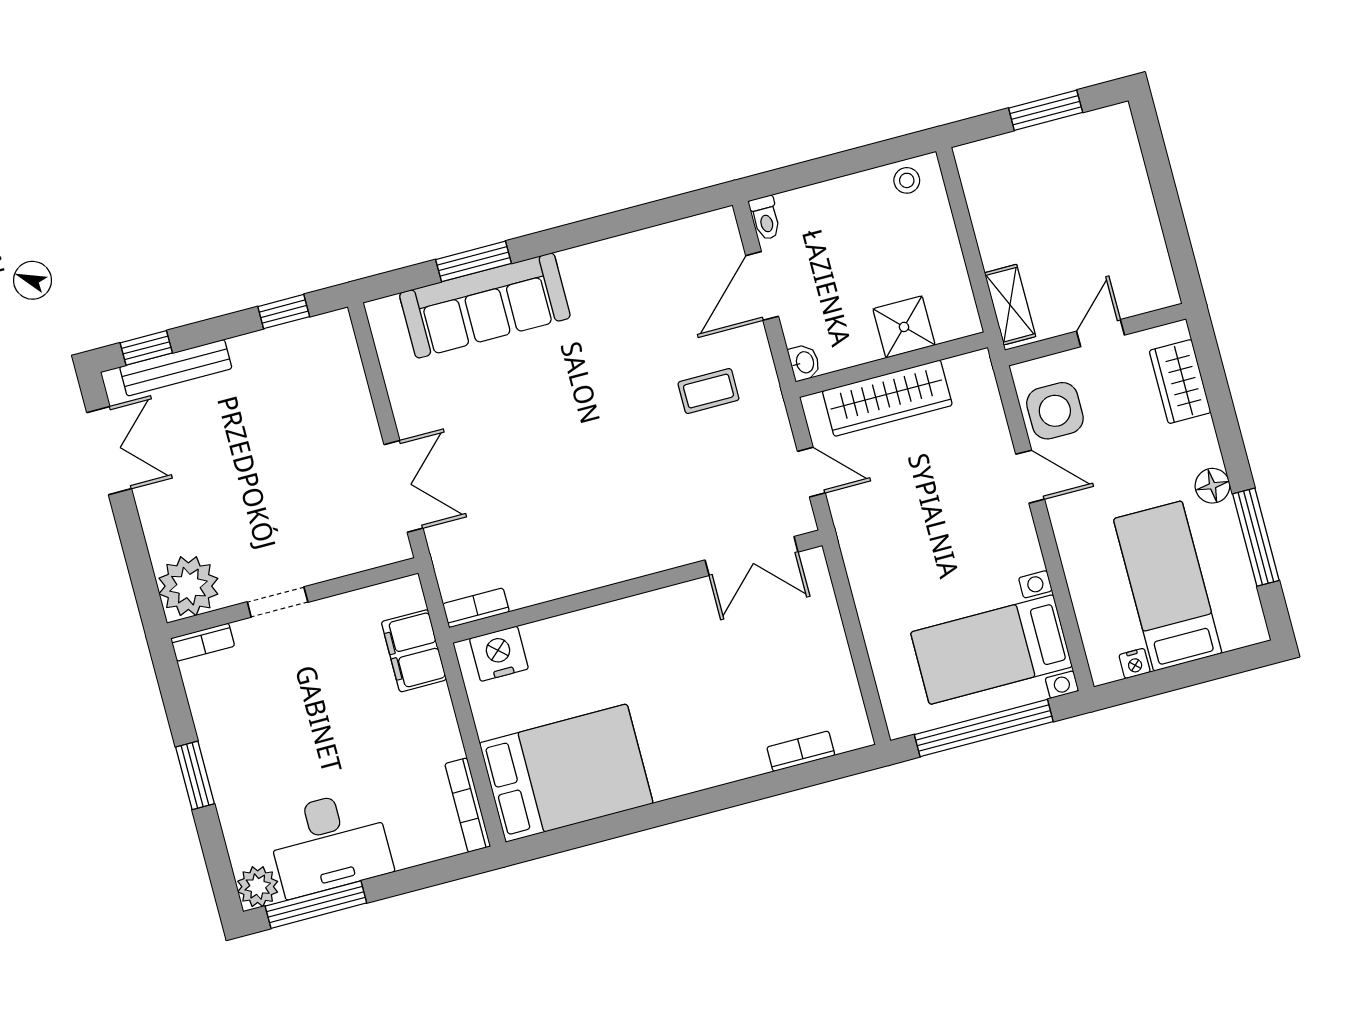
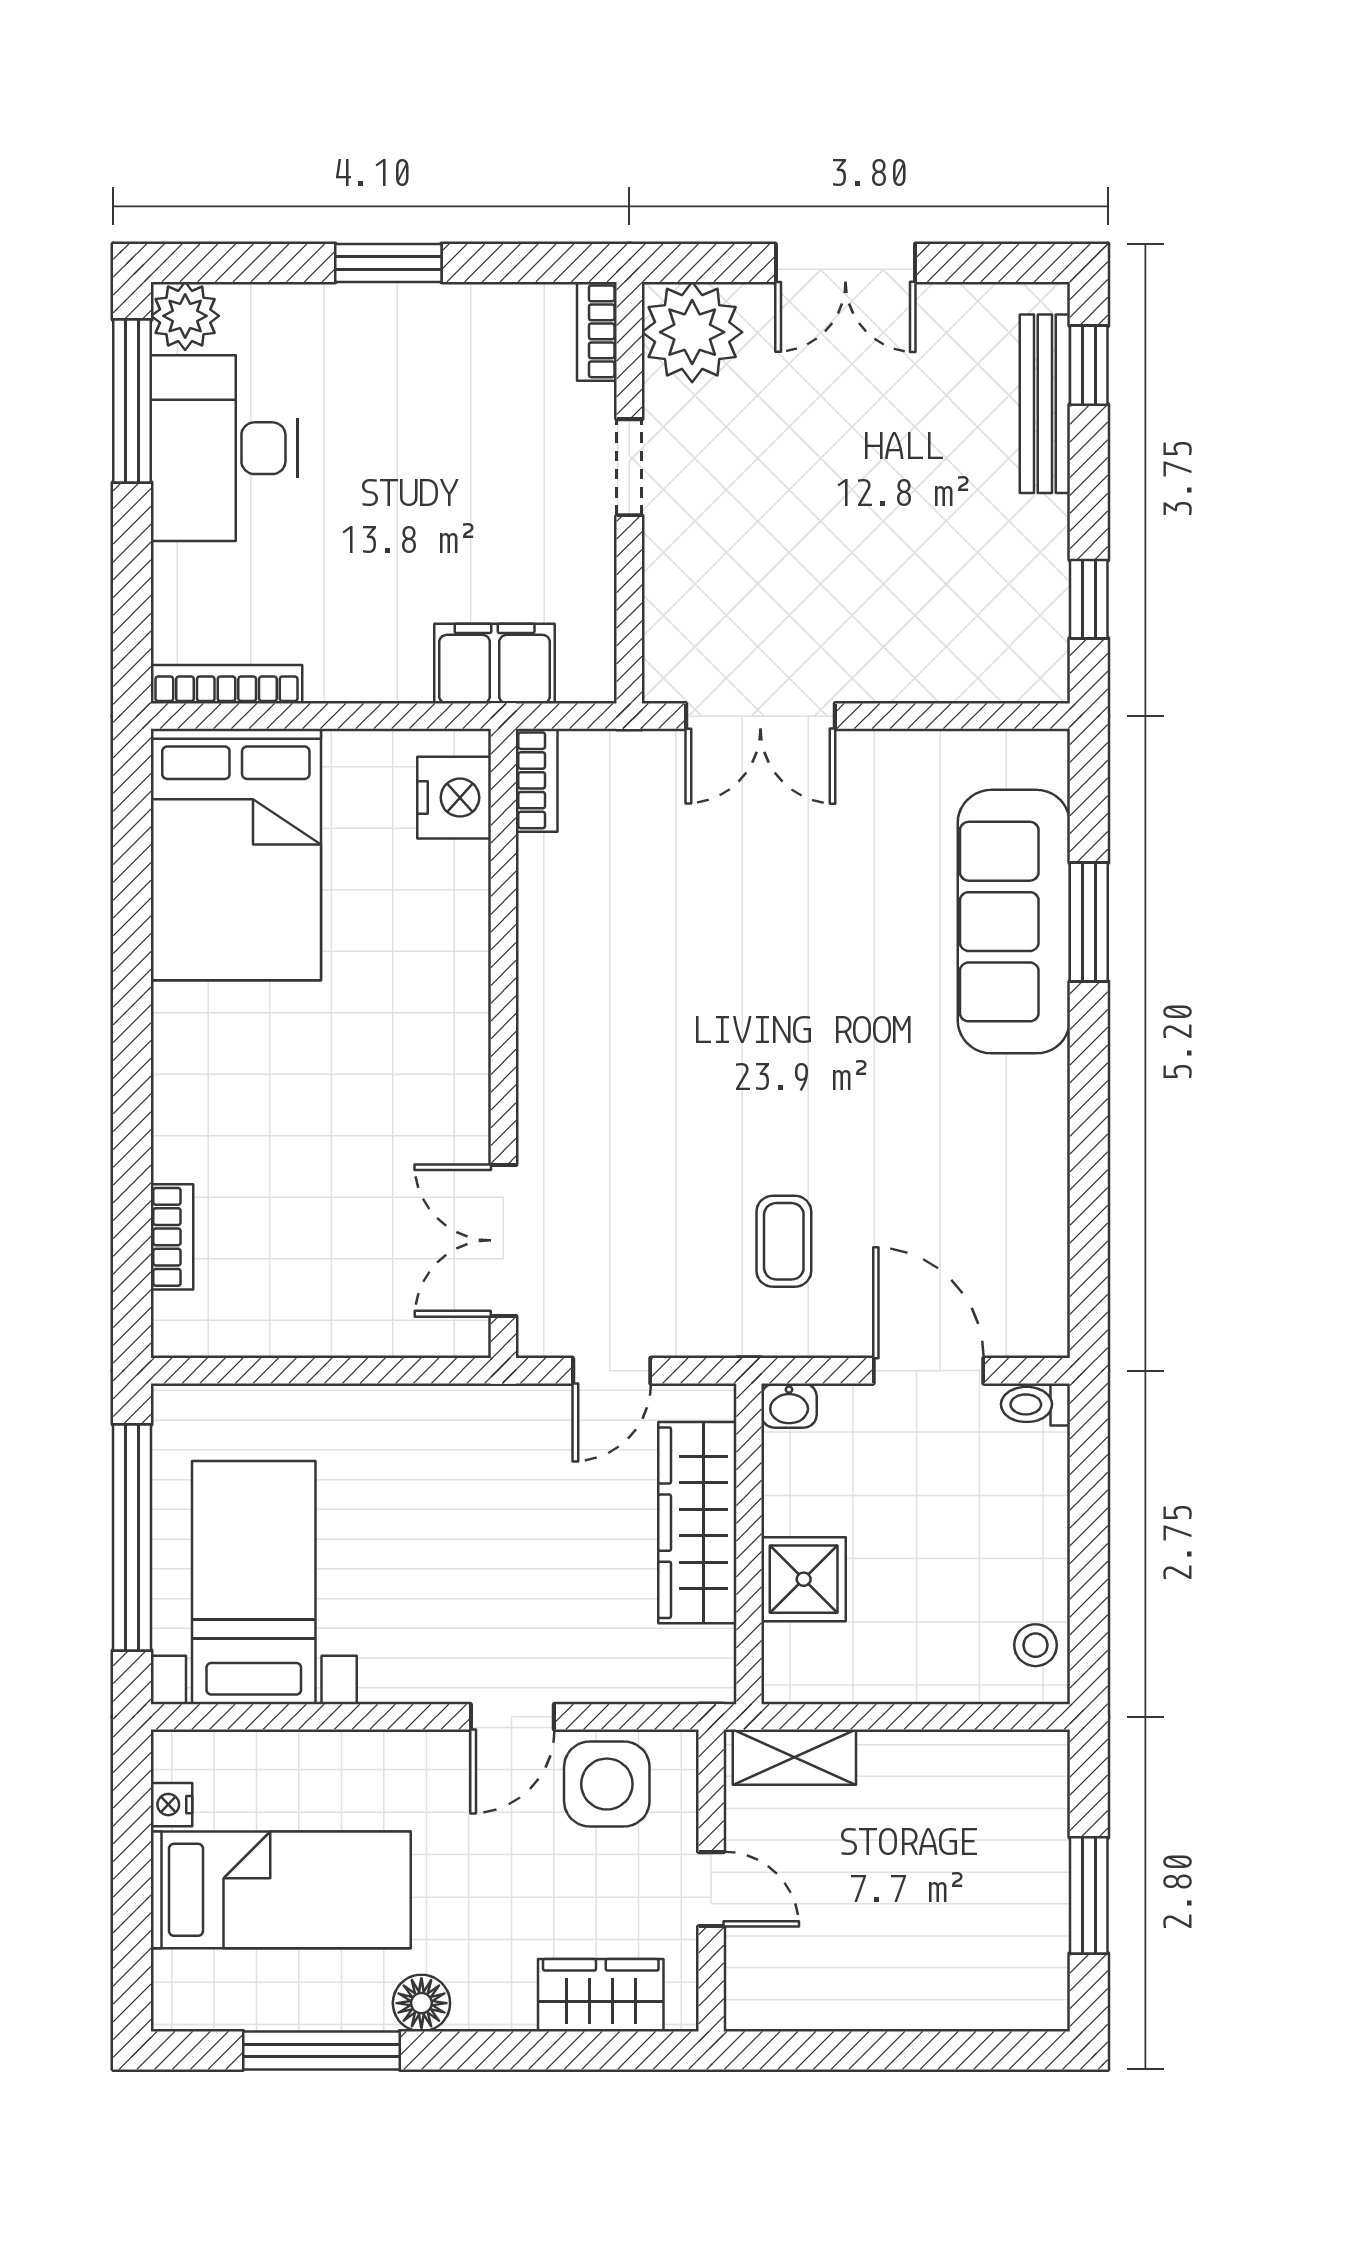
double door: (109, 451) -> (845, 263), moved

